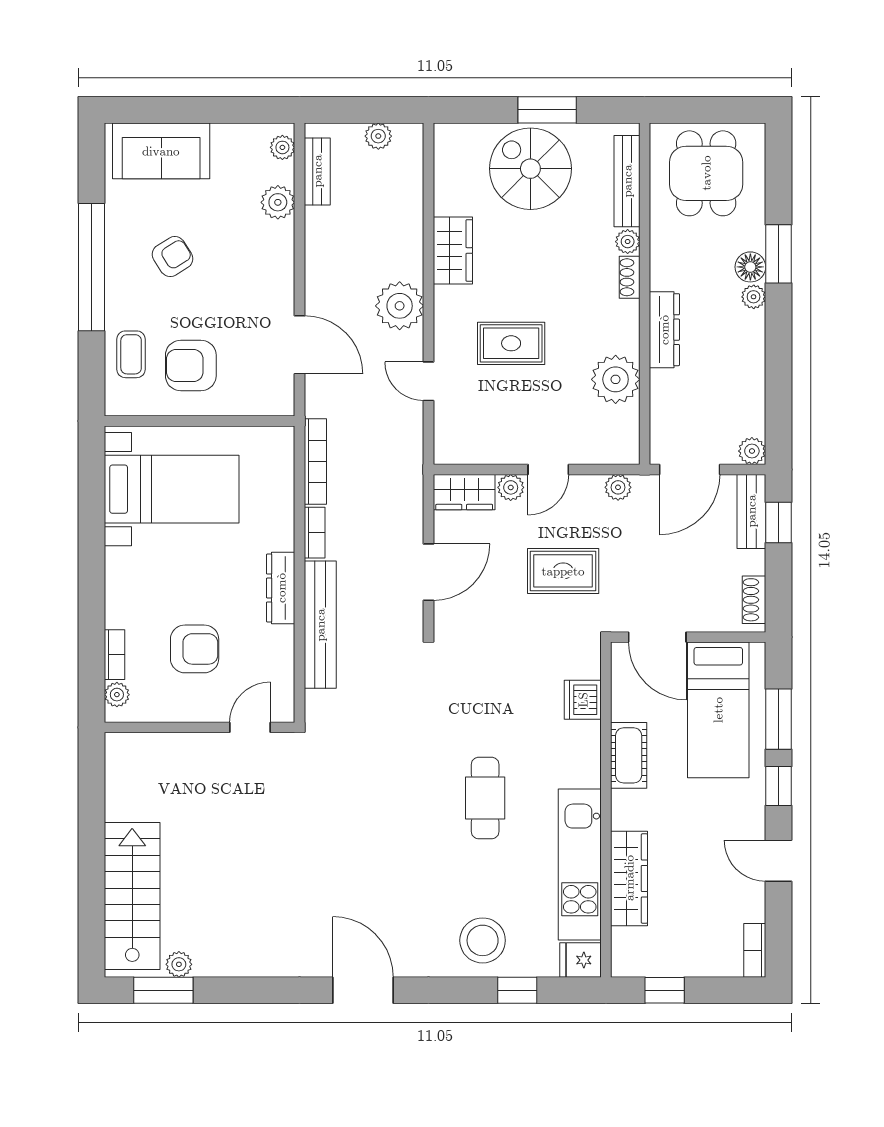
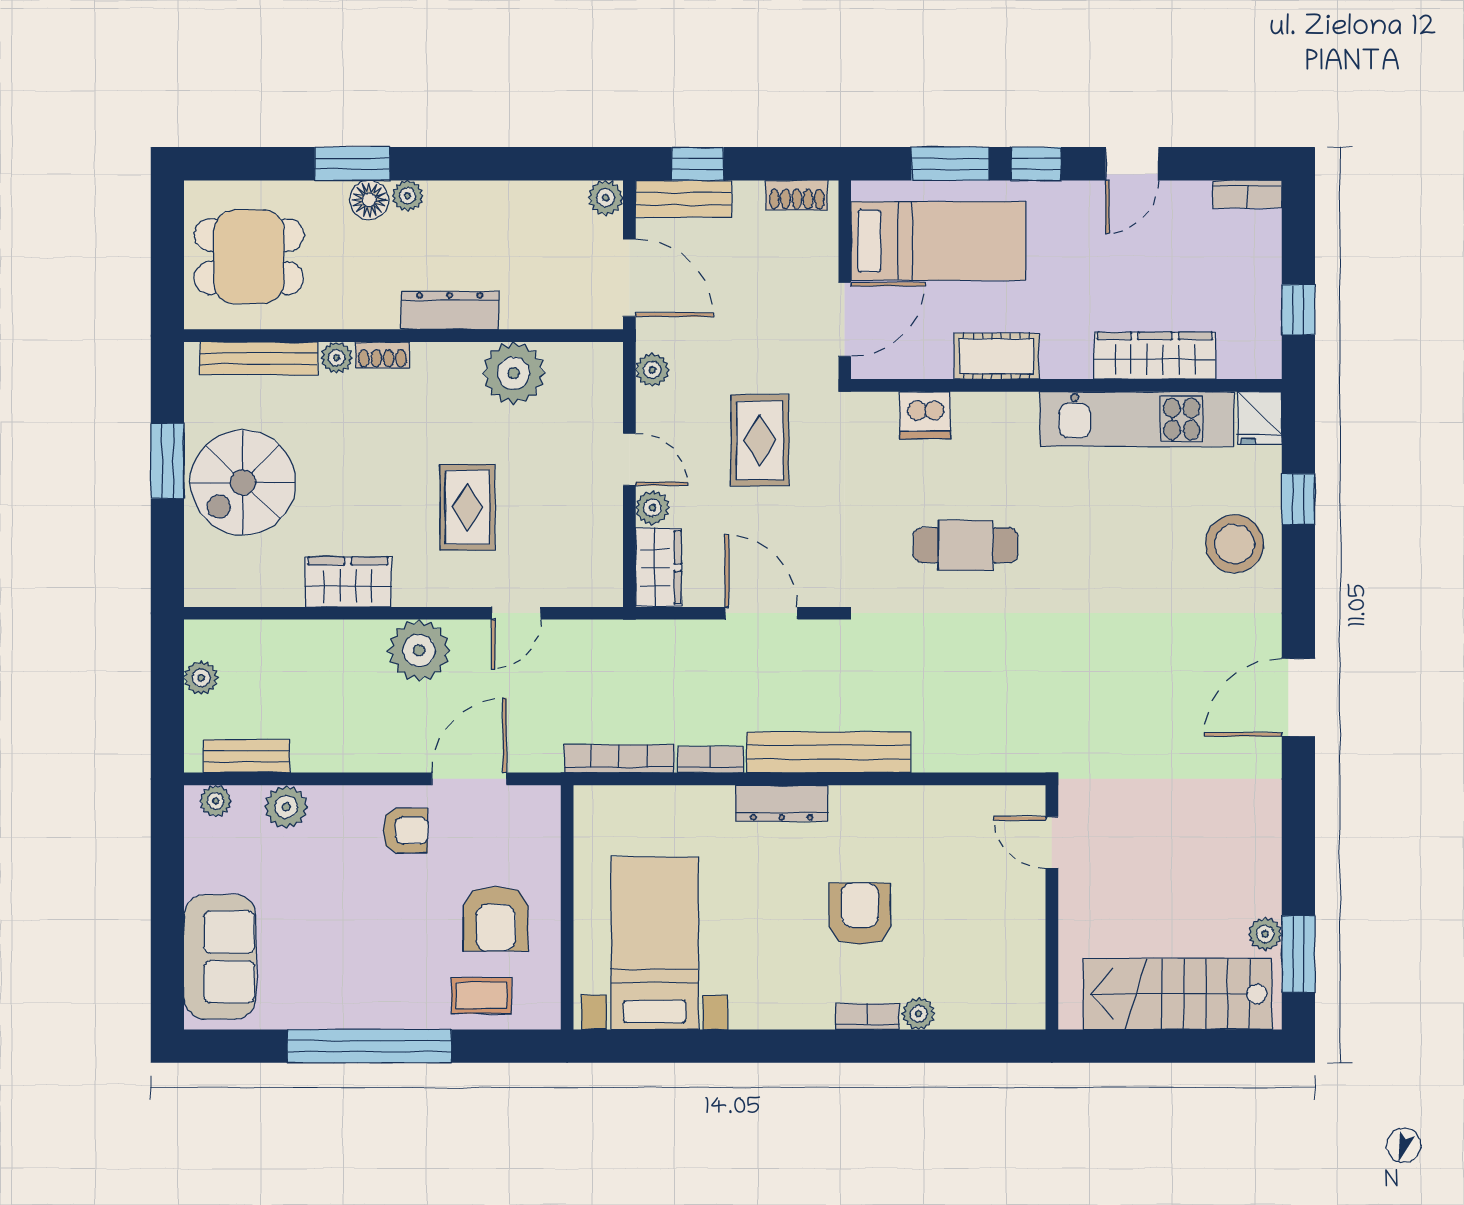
armchair: (173, 257) -> (405, 830), moved, turned 122
wall: (200, 727) -> (1052, 907), moved
door: (250, 727) -> (1052, 843), moved
cafe table: (485, 798) -> (966, 545), moved

